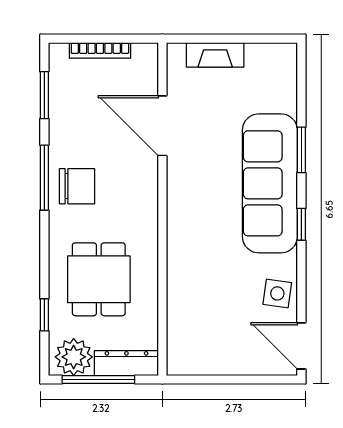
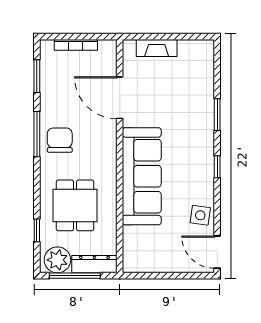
sofa: (270, 183) -> (142, 176), moved, turned 180
chair: (77, 186) -> (60, 140), turned -90

